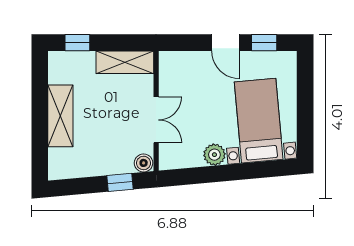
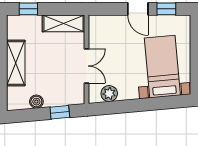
plant: (214, 155) -> (109, 94), moved
boiler: (144, 163) -> (36, 102), moved

